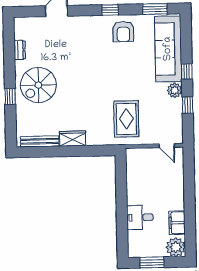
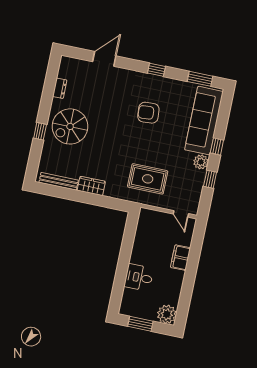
armchair: (123, 32) -> (148, 113), moved, turned 86
rug: (126, 119) -> (148, 179), turned 90
filing cabinet: (177, 223) -> (180, 258), moved

